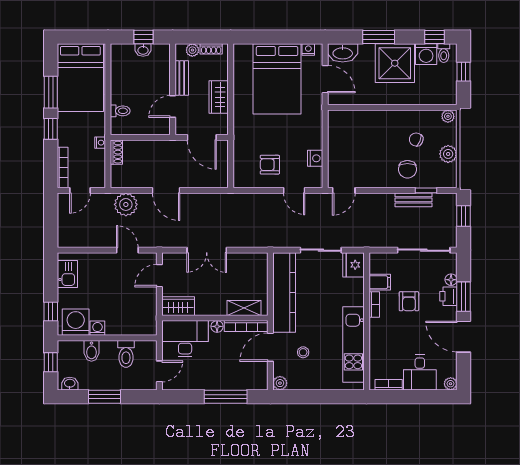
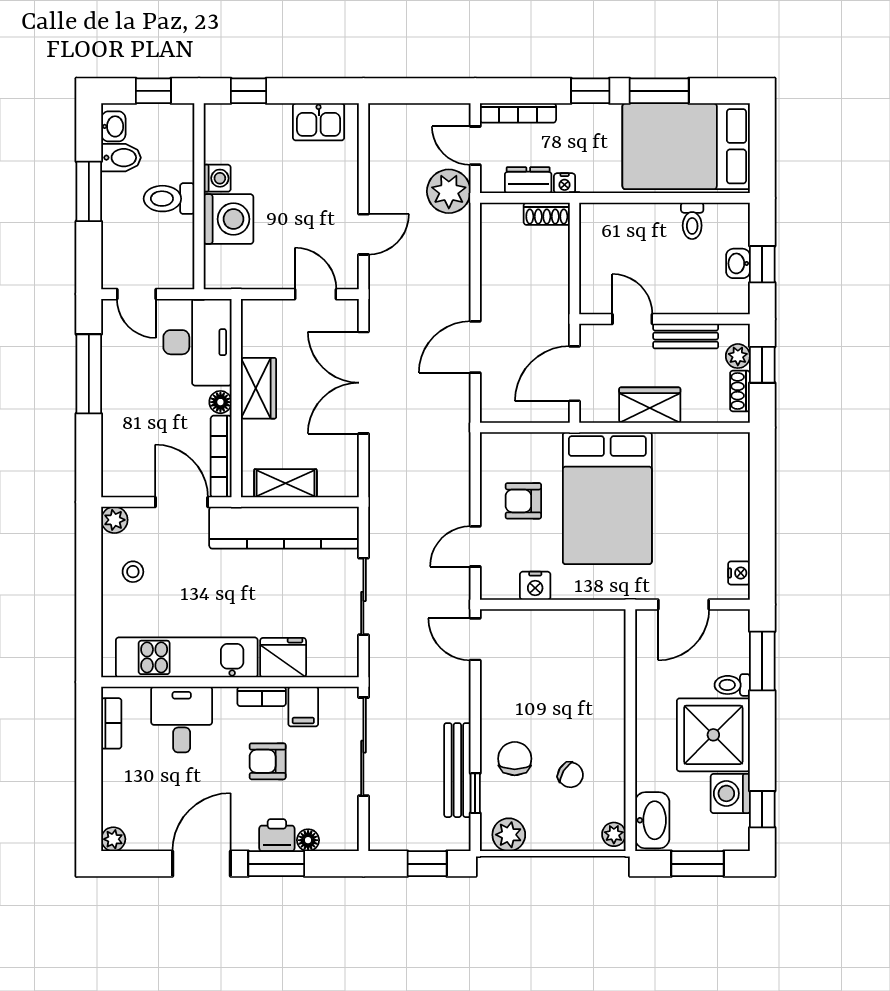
window: (197, 37) -> (762, 365), added
window: (379, 37) -> (762, 661), moved
washbasin: (343, 53) -> (652, 820), moved, turned 180
toilet: (444, 53) -> (732, 685), moved
window: (464, 72) -> (698, 864), width x1.50
bed: (277, 79) -> (607, 498), moved, turned -90
toilet: (120, 111) -> (692, 221), moved
chair: (416, 139) -> (570, 775), turned 100
plant: (448, 154) -> (509, 835), moved
dresser: (98, 162) -> (528, 180), added
armchair: (270, 165) -> (523, 501), turned -90
chair: (407, 169) -> (515, 759), turned 90
door: (166, 190) -> (475, 347), moved
bench: (414, 200) -> (457, 770), width x1.36
plant: (126, 204) -> (449, 191), moved
double door: (207, 250) -> (363, 383), width x1.37
sliding door: (424, 250) -> (363, 747), moved
fridge: (354, 265) -> (283, 658), moved
wardrobe: (178, 306) -> (259, 388), moved
shelving: (244, 308) -> (285, 483), moved, turned 90
washing machine: (76, 322) -> (228, 219), moved
bidet: (91, 351) -> (121, 158), moved, turned 180
stool: (303, 352) -> (133, 572), moved
toilet: (126, 354) -> (169, 199), moved
desk: (420, 373) -> (182, 720), moved, turned 90
window: (226, 397) -> (89, 374), moved

